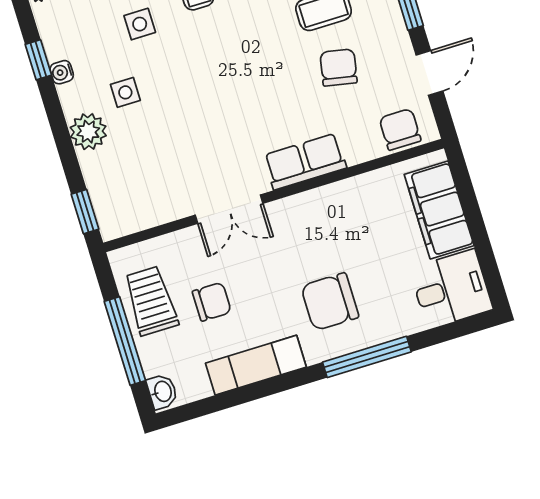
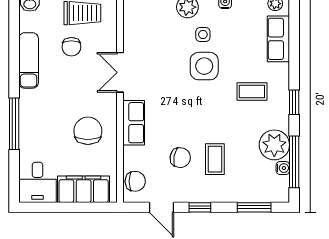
side table: (140, 24) -> (204, 66), moved, width x1.87, depth x1.87
chair: (330, 302) -> (88, 131), moved

